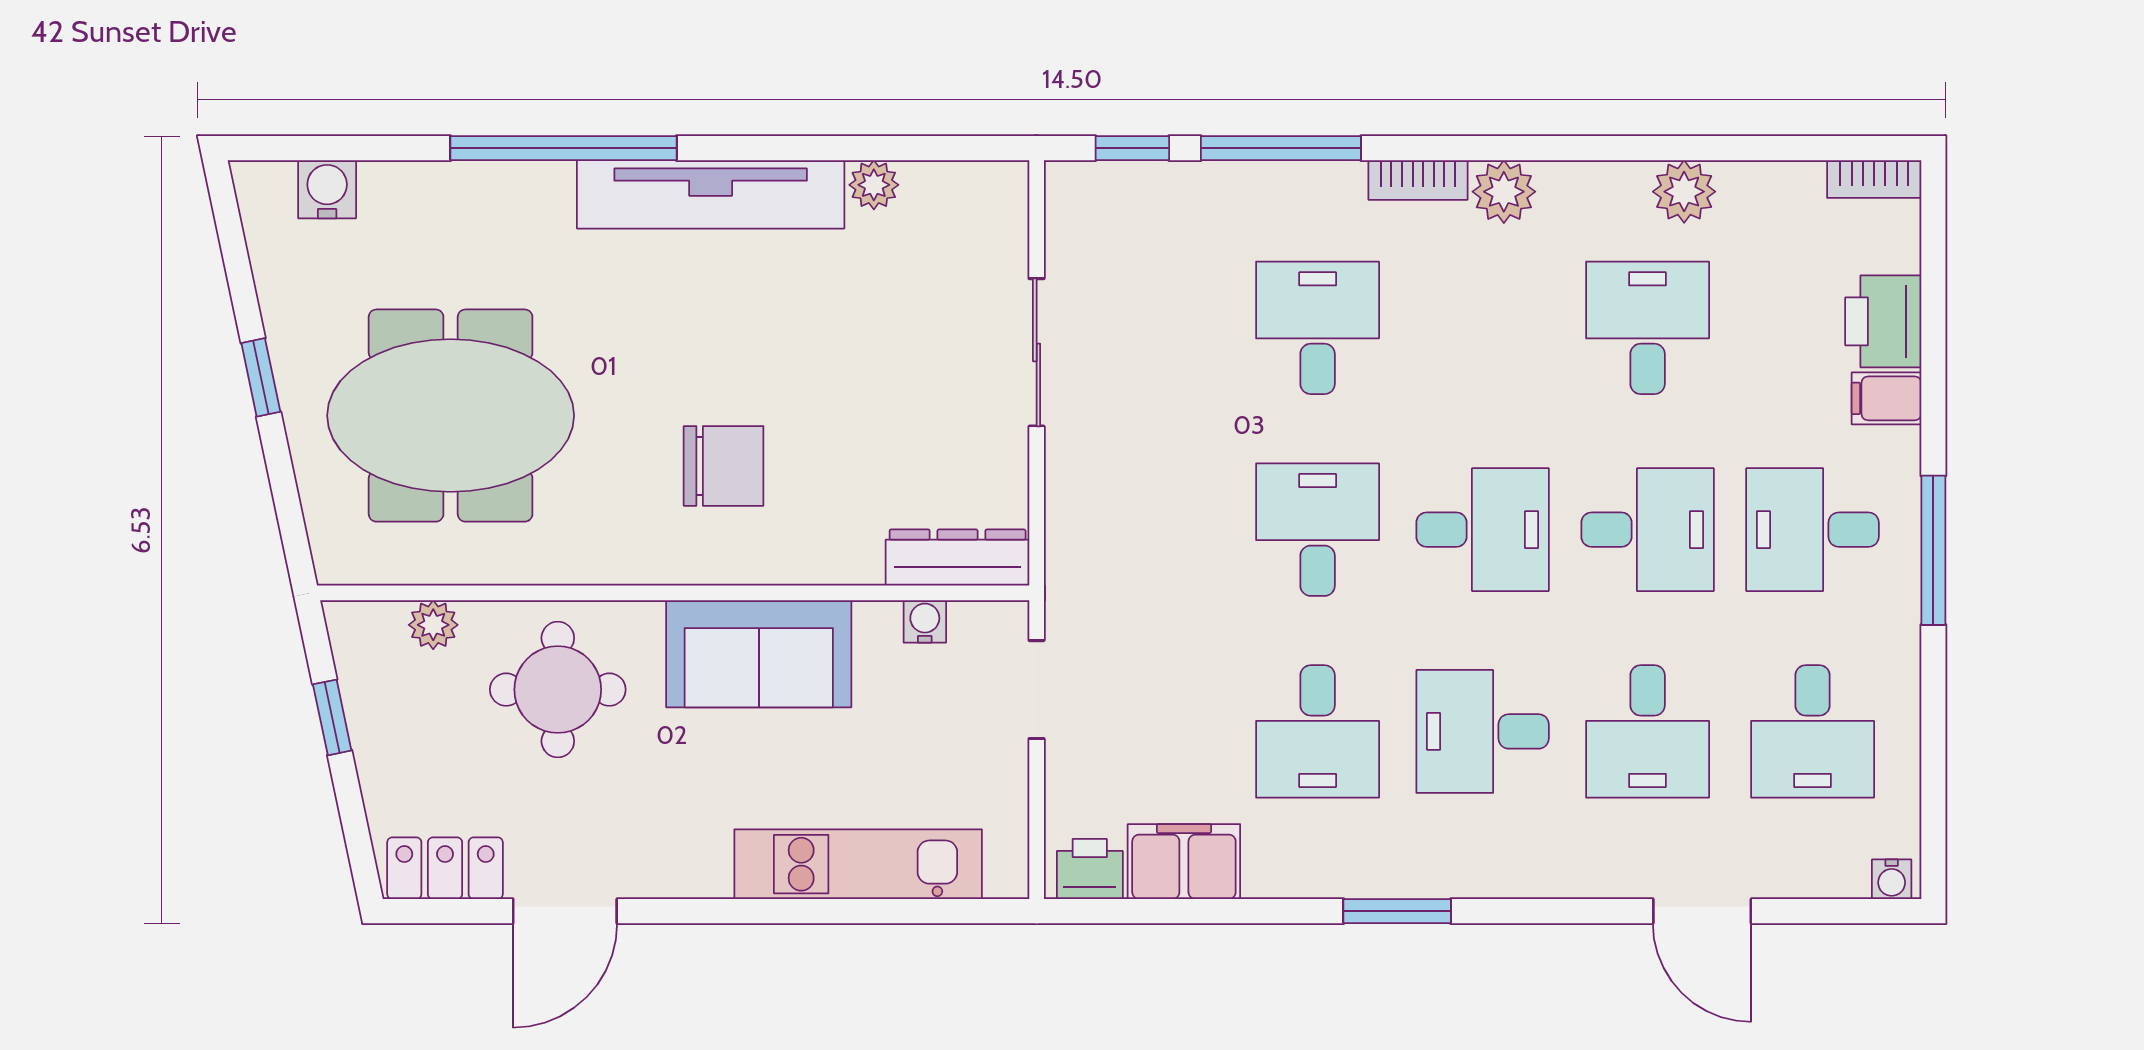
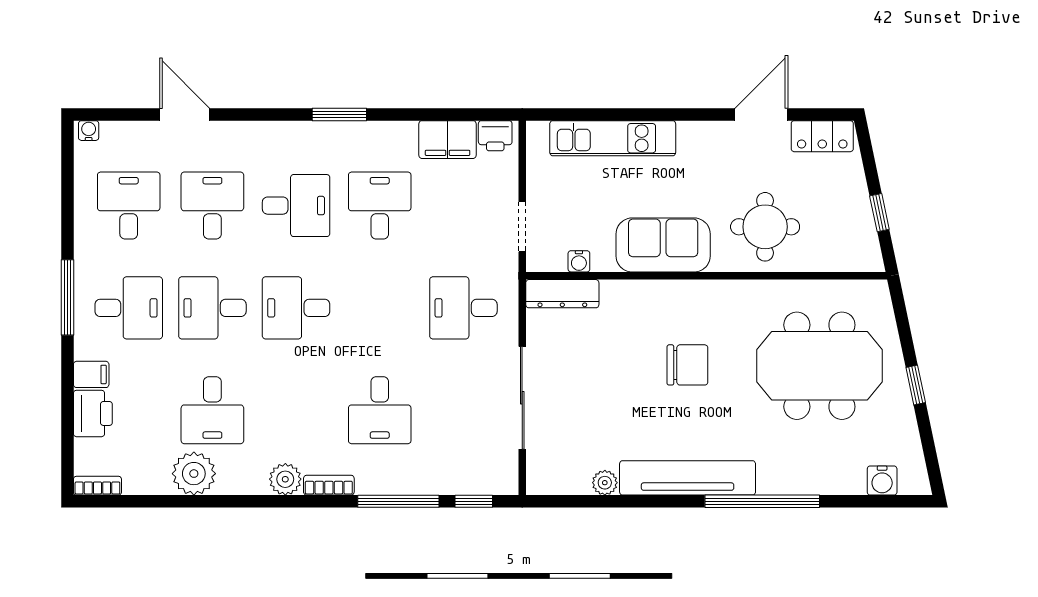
plant: (1684, 192) -> (194, 474), width x1.36, depth x1.36
sliding door: (1037, 352) -> (522, 398), width x1.37
chair: (724, 466) -> (687, 365), moved, turned 180
desk: (1318, 530) -> (463, 308), moved, turned 90
plant: (433, 625) -> (828, 260), removed

